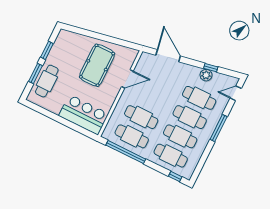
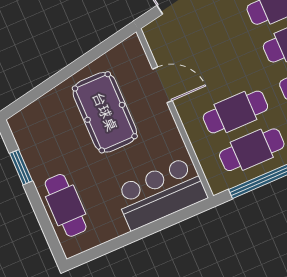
window: (36, 73) -> (40, 213), removed
door: (127, 79) -> (162, 85), hinge flipped

